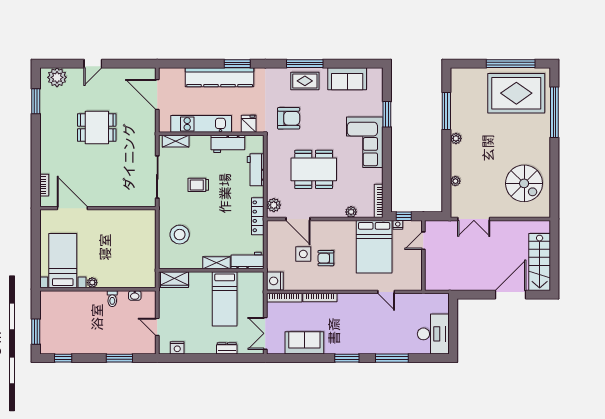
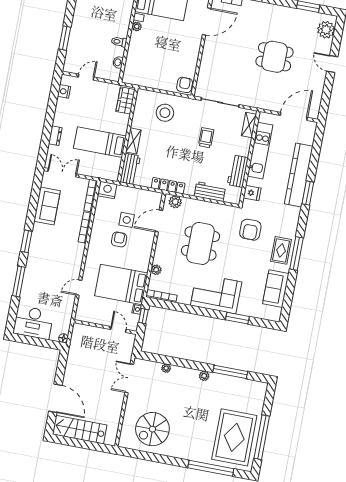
dining table: (97, 128) -> (275, 57), turned 90
armchair: (146, 219) -> (185, 85), added
floor lamp: (444, 298) -> (63, 338), added

